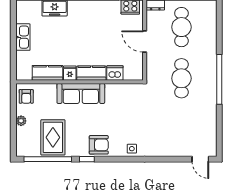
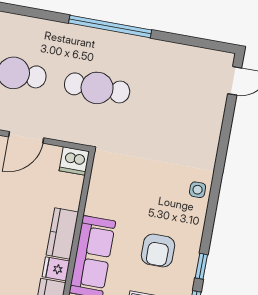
dishwasher: (115, 73) -> (74, 161), moved, turned -90
armchair: (99, 145) -> (158, 250), moved, turned 180

